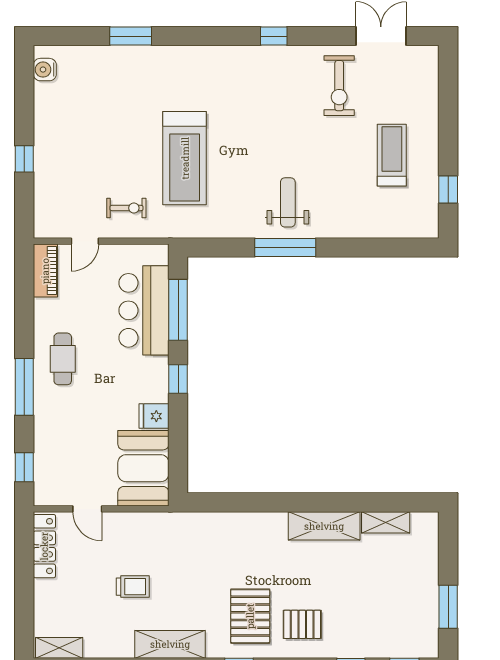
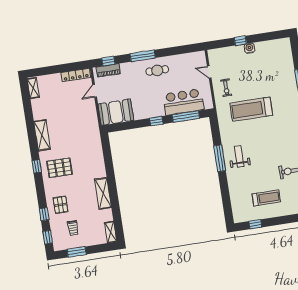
water cooler: (45, 70) -> (249, 48), moved
weight bench: (288, 202) -> (239, 156), turned -90
piano: (45, 271) -> (108, 70), moved
fridge: (154, 416) -> (139, 113), removed
shelving: (386, 522) -> (111, 232), moved
trolley: (133, 587) -> (73, 228), moved
pallet: (302, 624) -> (61, 205), moved

